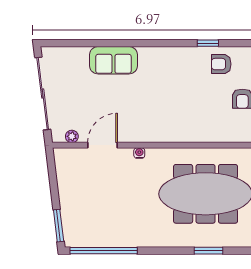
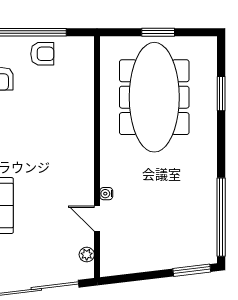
door: (103, 145) -> (97, 218), width x0.73
water cooler: (139, 153) -> (106, 194), moved

